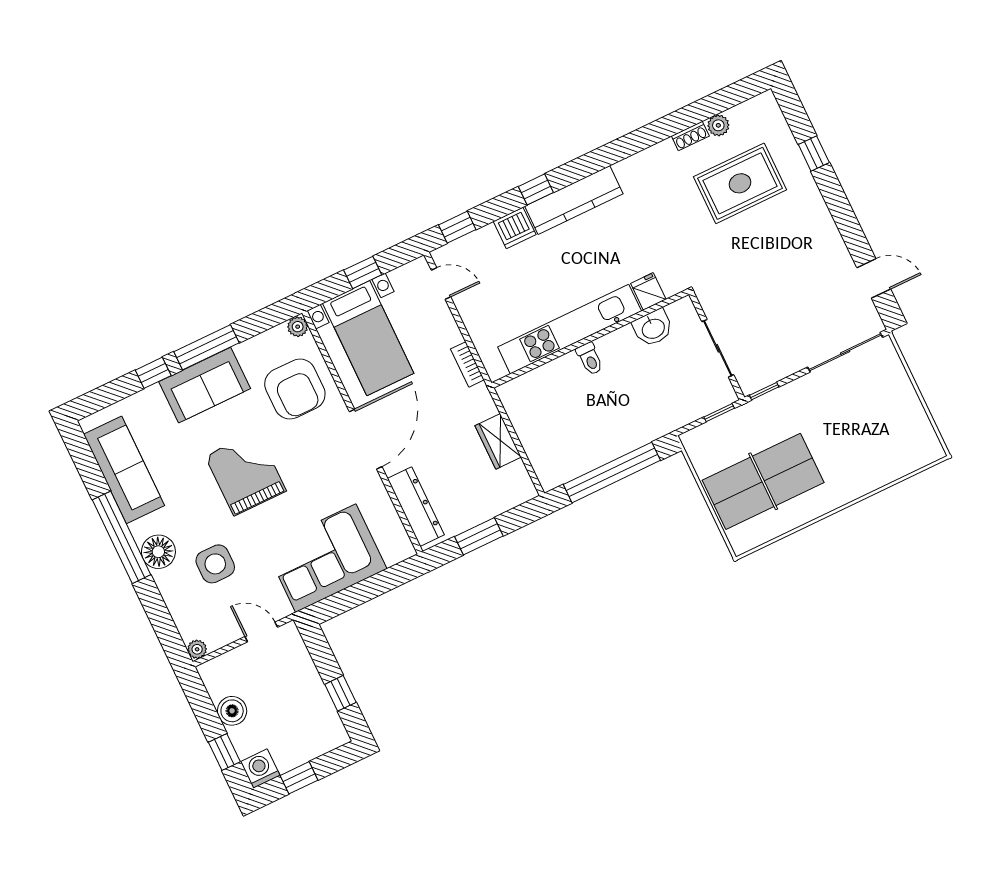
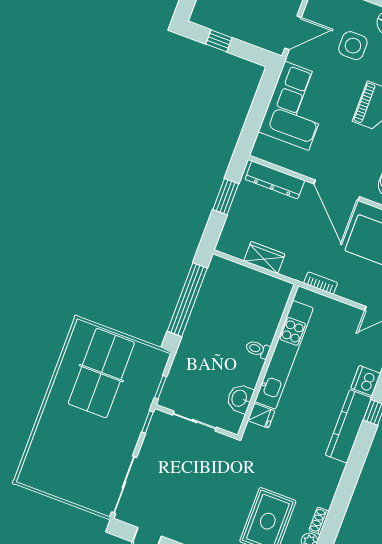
door: (261, 632) -> (293, 33), width x1.38

